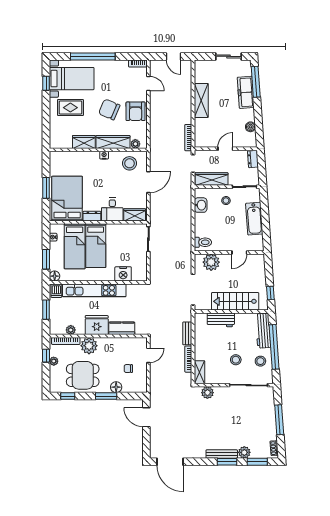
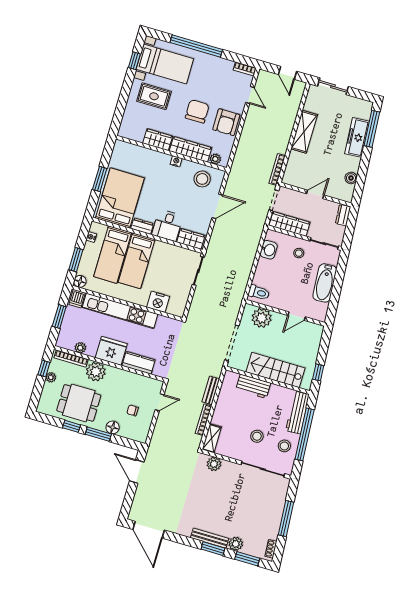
sliding door: (228, 56) -> (333, 86), moved
chair: (109, 109) -> (197, 111), turned 67
window: (68, 396) -> (72, 426), moved

